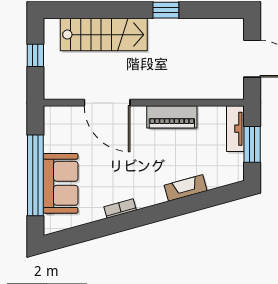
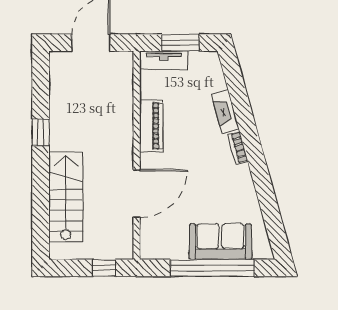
window: (35, 55) -> (104, 268), moved
bookcase: (120, 208) -> (238, 148), moved

